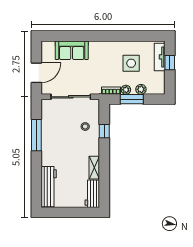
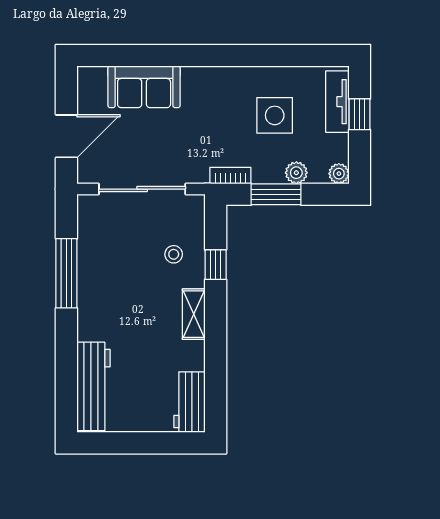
plant: (126, 90) -> (339, 174), moved
shelving: (94, 168) -> (194, 314), moved

